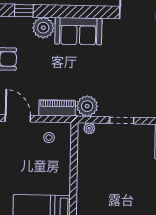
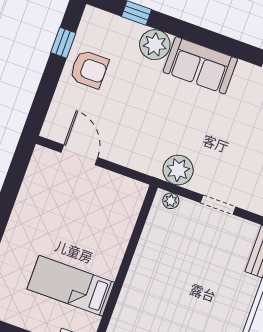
piano: (57, 108) -> (137, 159), removed
stool: (49, 138) -> (113, 195), removed

